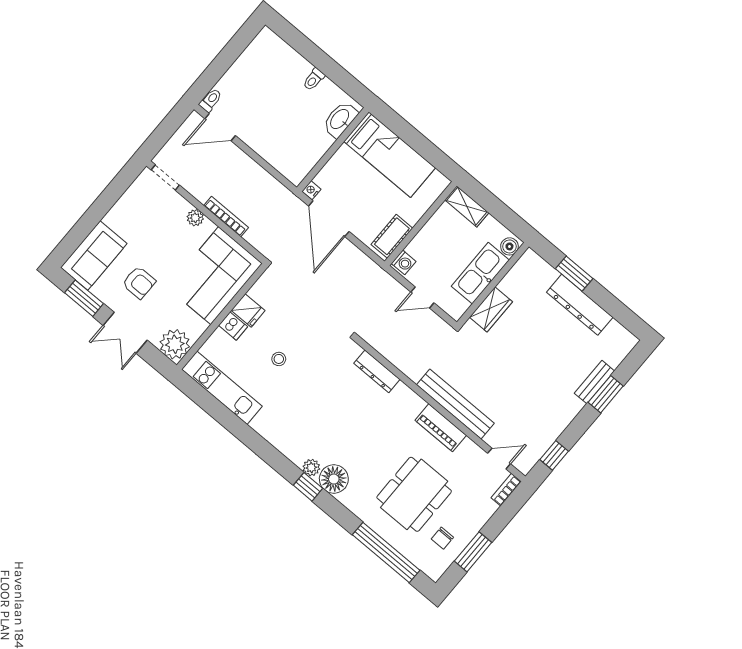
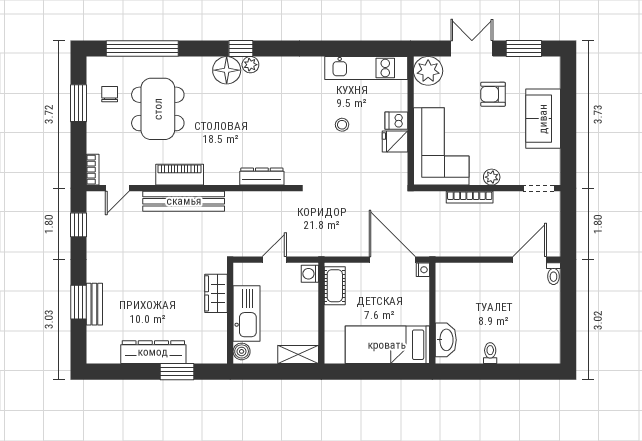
sofa: (94, 256) -> (543, 119), moved

